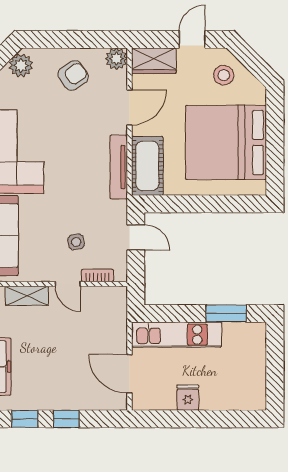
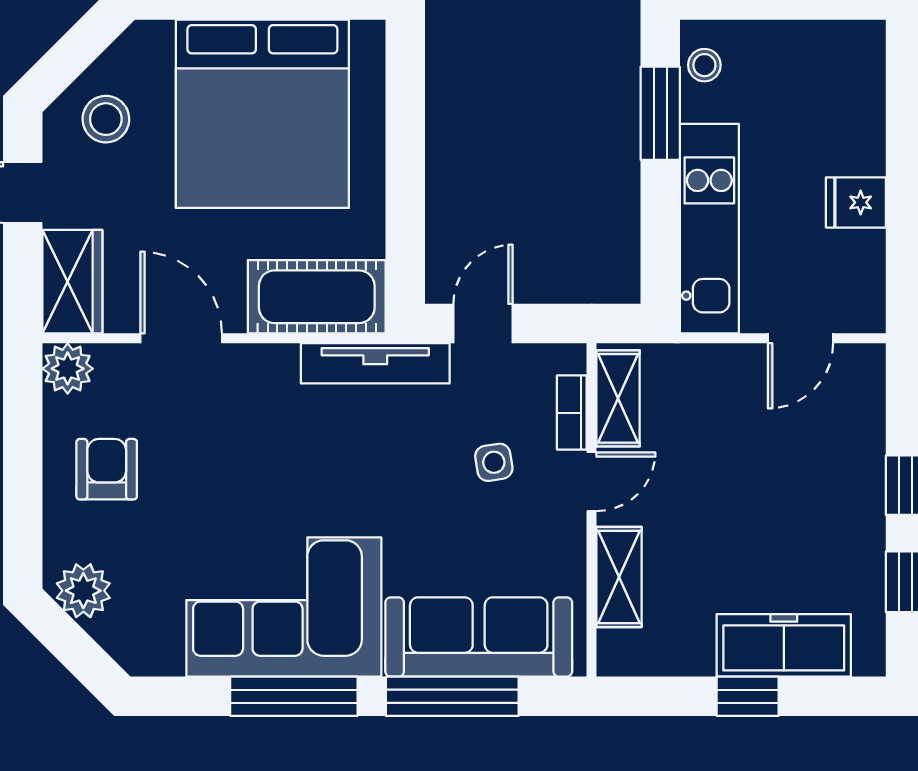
armchair: (73, 76) -> (107, 469), turned 35
tv unit: (119, 167) -> (375, 363), moved
shelving: (104, 295) -> (618, 398), added
stool: (247, 332) -> (704, 65), added
door: (129, 374) -> (801, 338), width x0.73

